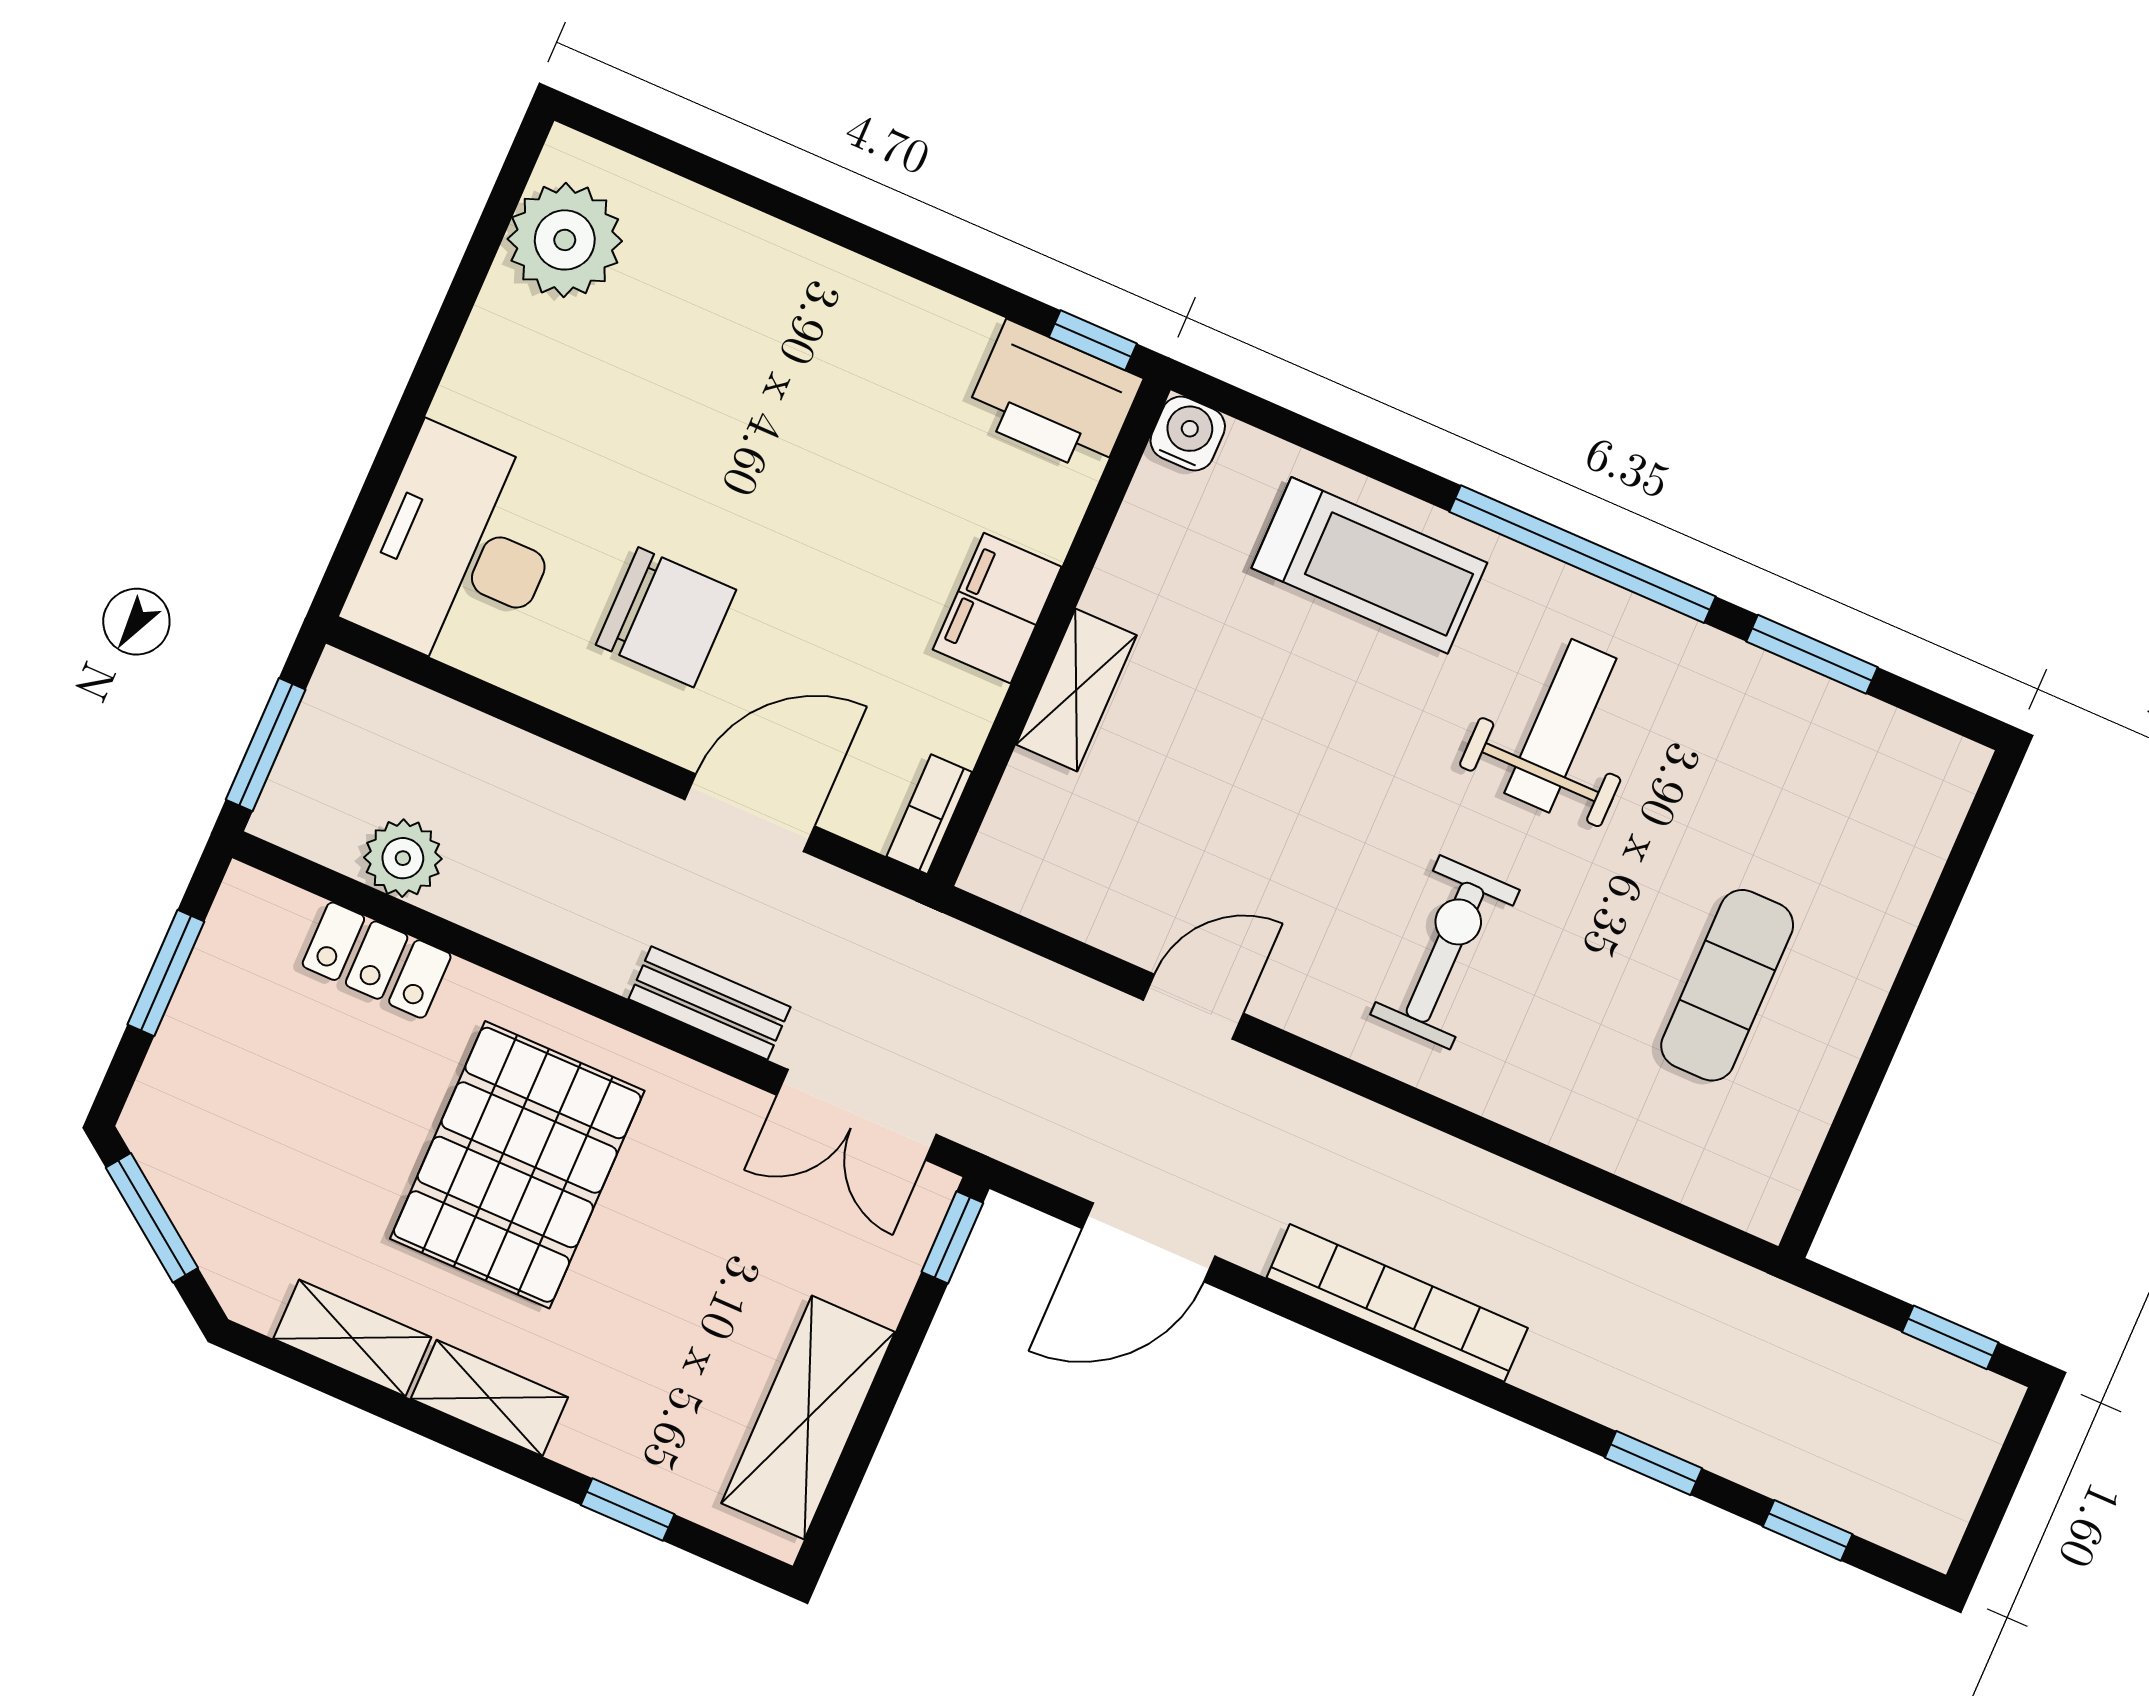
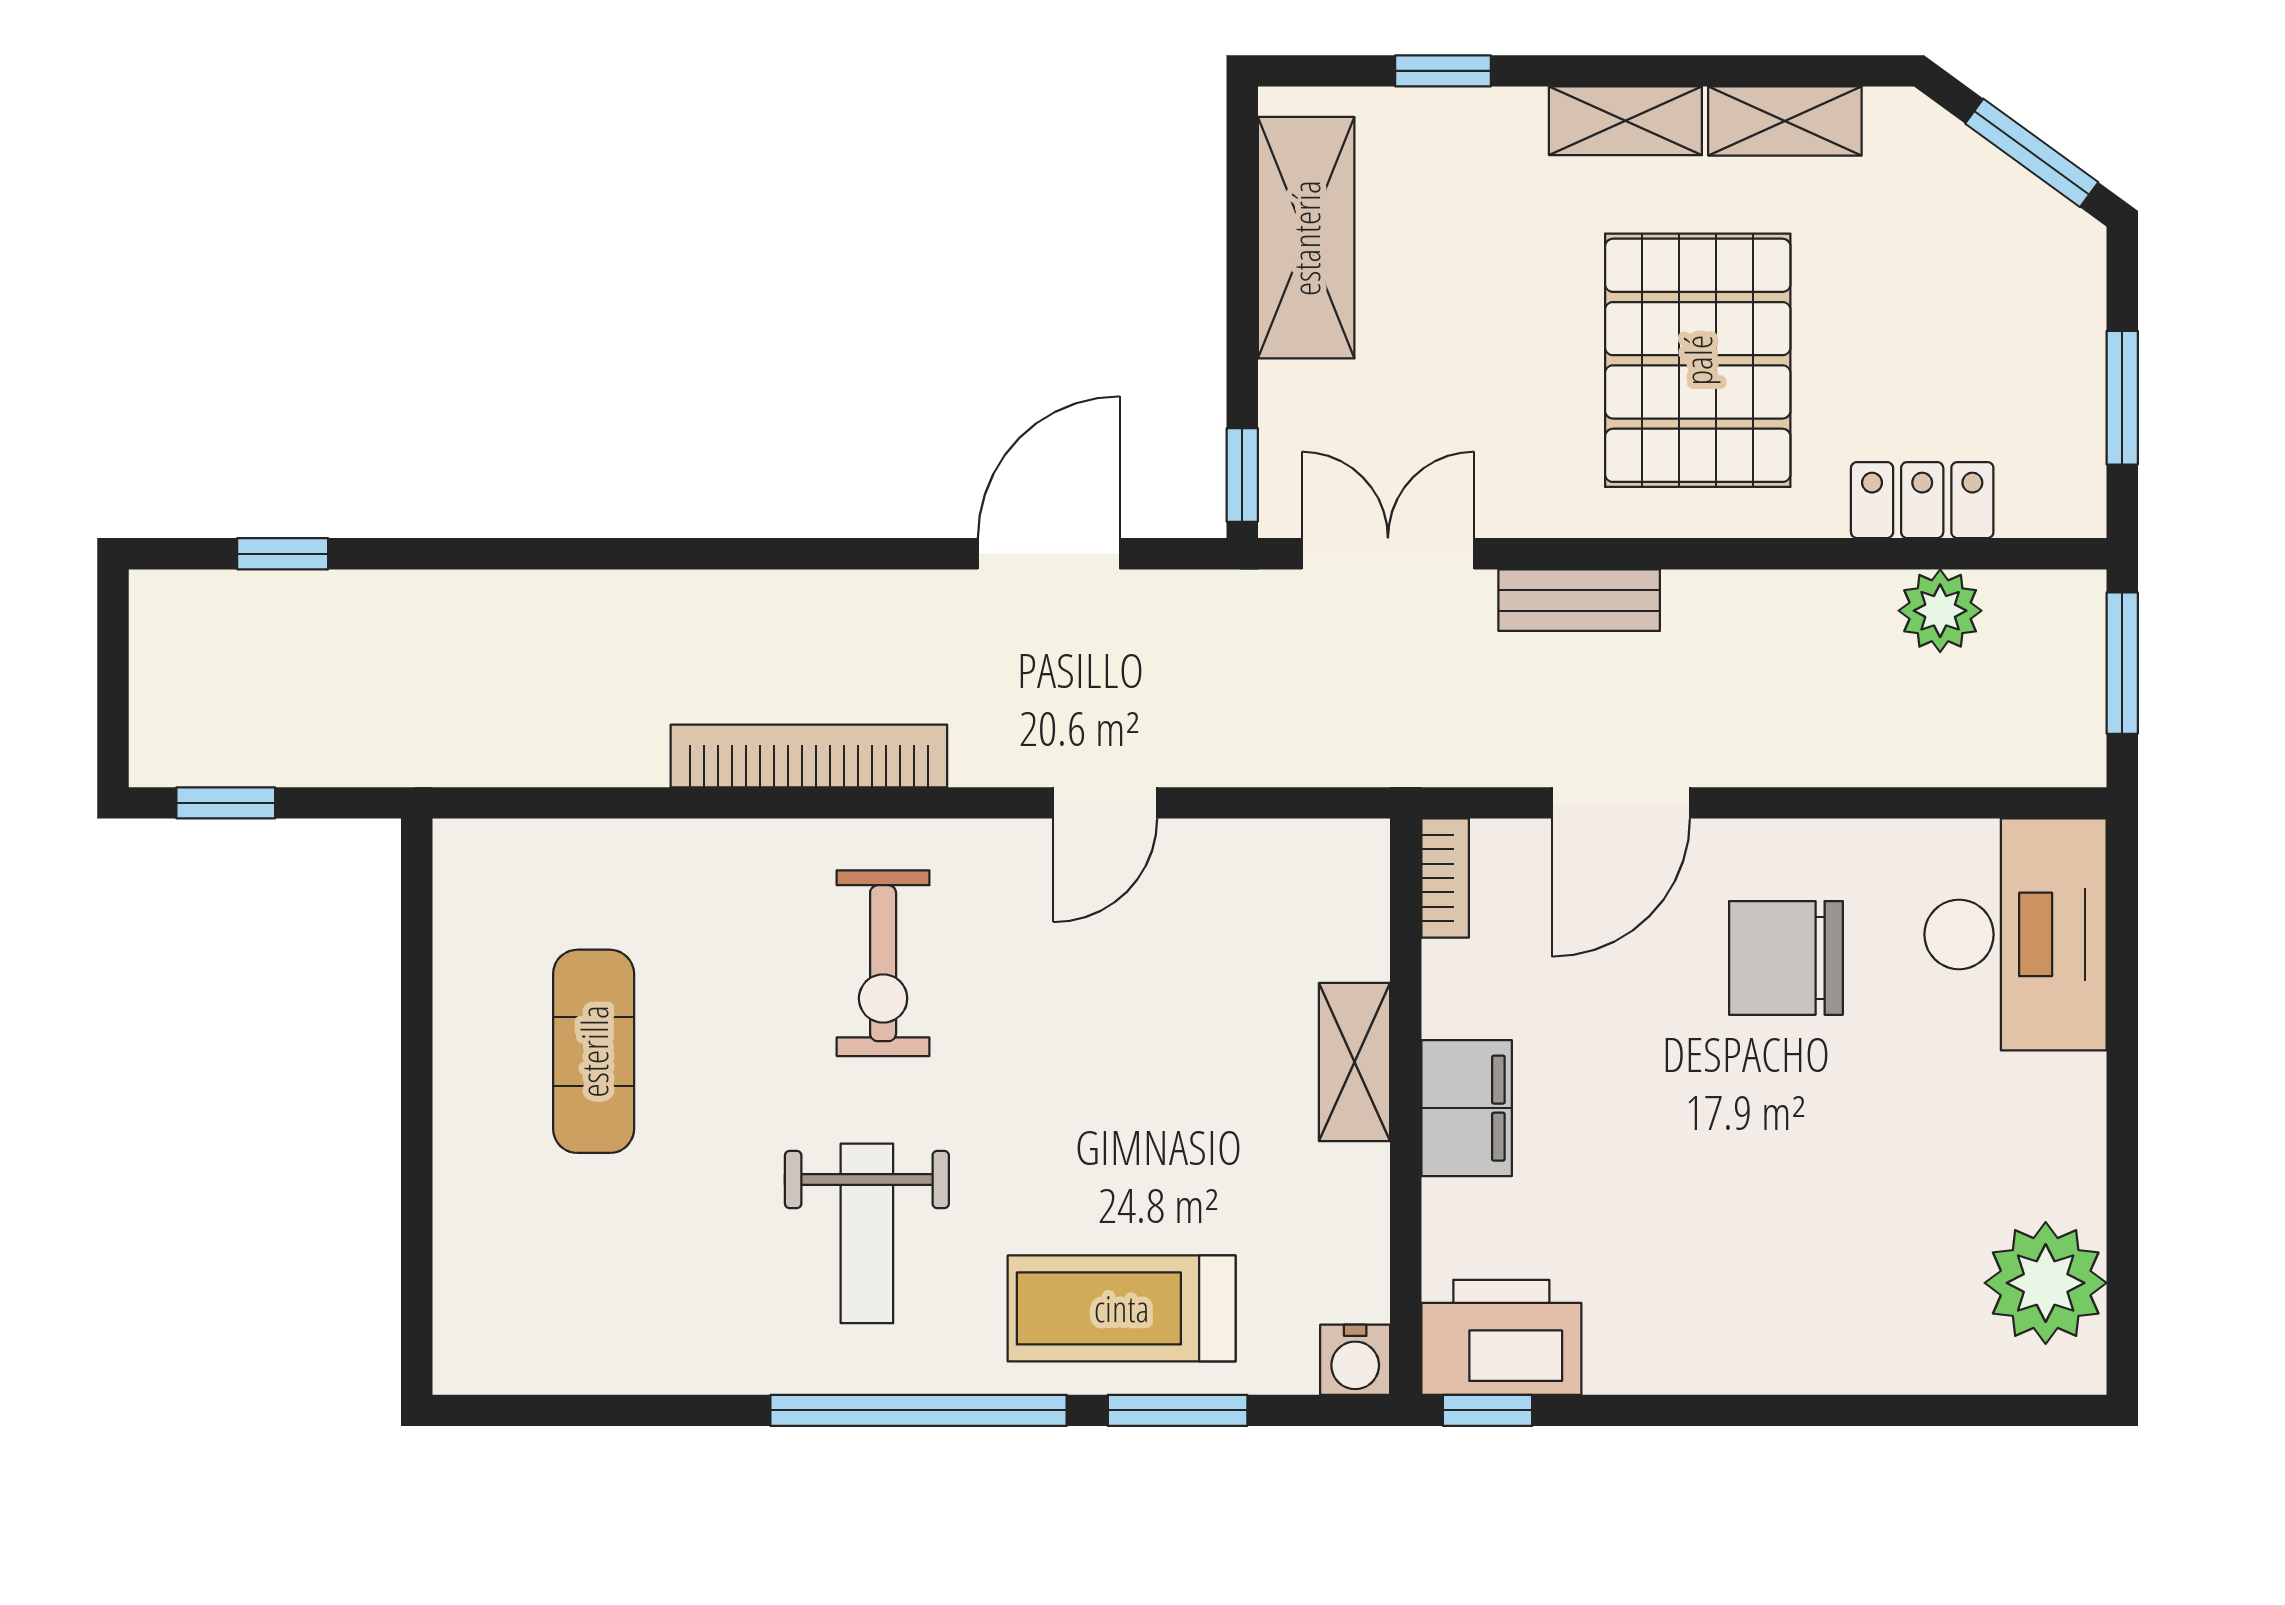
window: (1812, 654) -> (1178, 1410), moved
bookcase: (1397, 1303) -> (809, 756), moved, turned 180
window: (1653, 1463) -> (462, 554), removed

